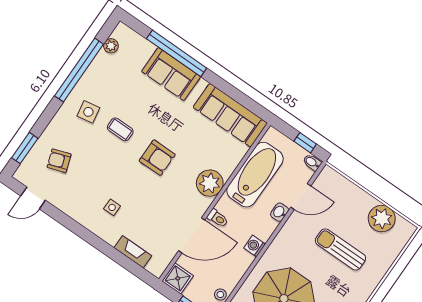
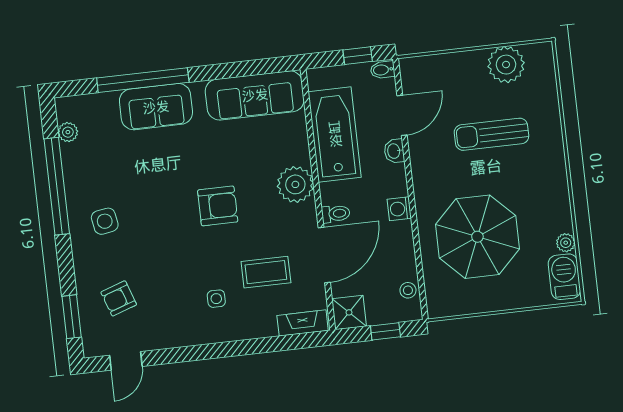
coffee table: (120, 129) -> (266, 272), moved, width x1.36, depth x1.30
fireplace: (133, 252) -> (303, 323), moved

